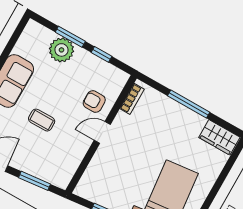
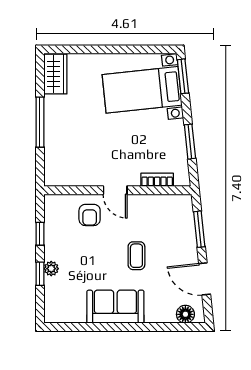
window: (70, 37) -> (40, 274), width x0.67
plant: (61, 50) -> (51, 269), width x0.53, depth x0.53
bookcase: (132, 99) -> (157, 180), moved

